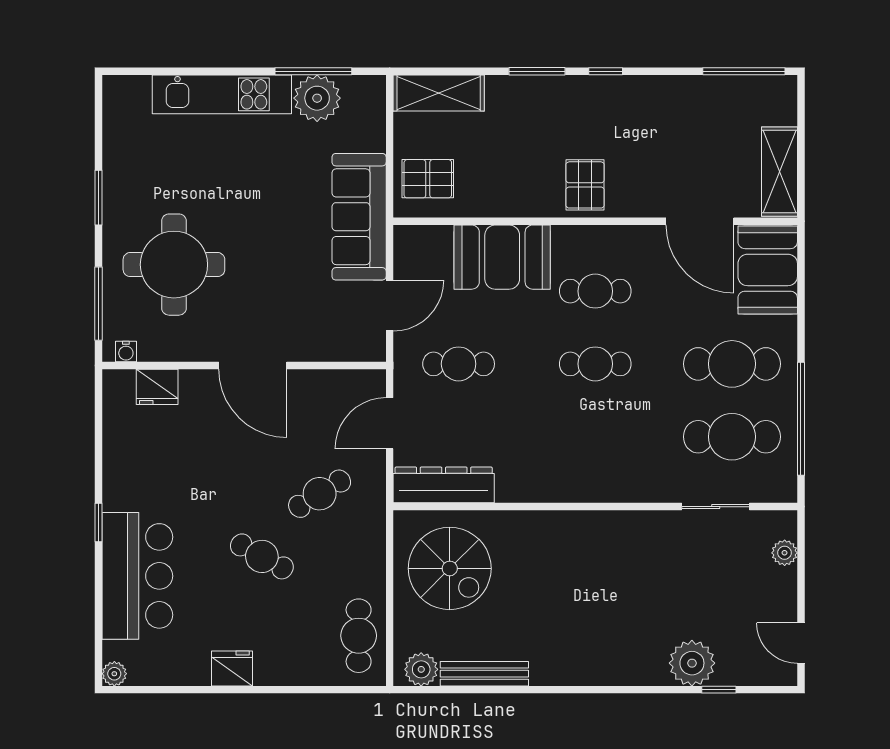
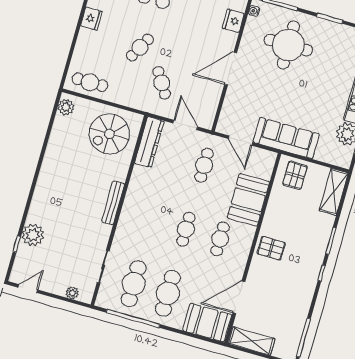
bench: (484, 674) -> (113, 203), moved

